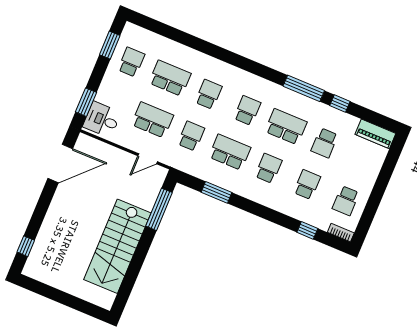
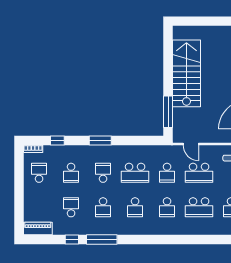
school desk: (286, 127) -> (103, 207), width x0.54
door: (148, 159) -> (191, 144), swing flipped
school desk: (268, 168) -> (103, 173), turned 180
window: (217, 192) -> (100, 141), moved

